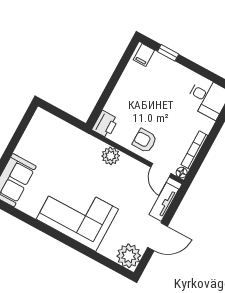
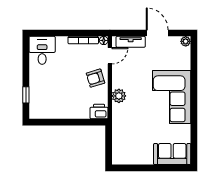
filing cabinet: (144, 55) -> (36, 111), removed
armchair: (145, 141) -> (95, 78), turned 73
plant: (129, 256) -> (186, 41), width x0.53, depth x0.53

